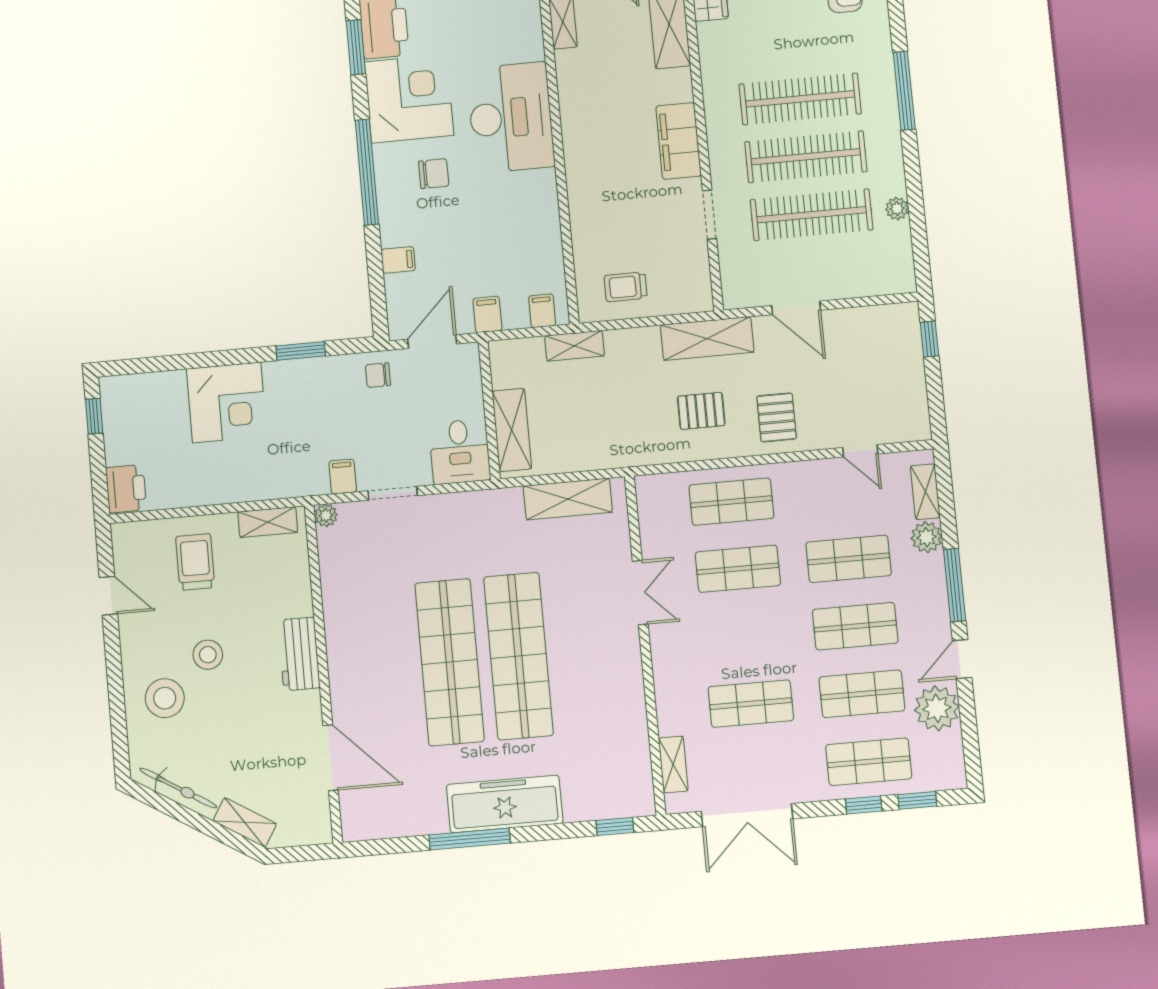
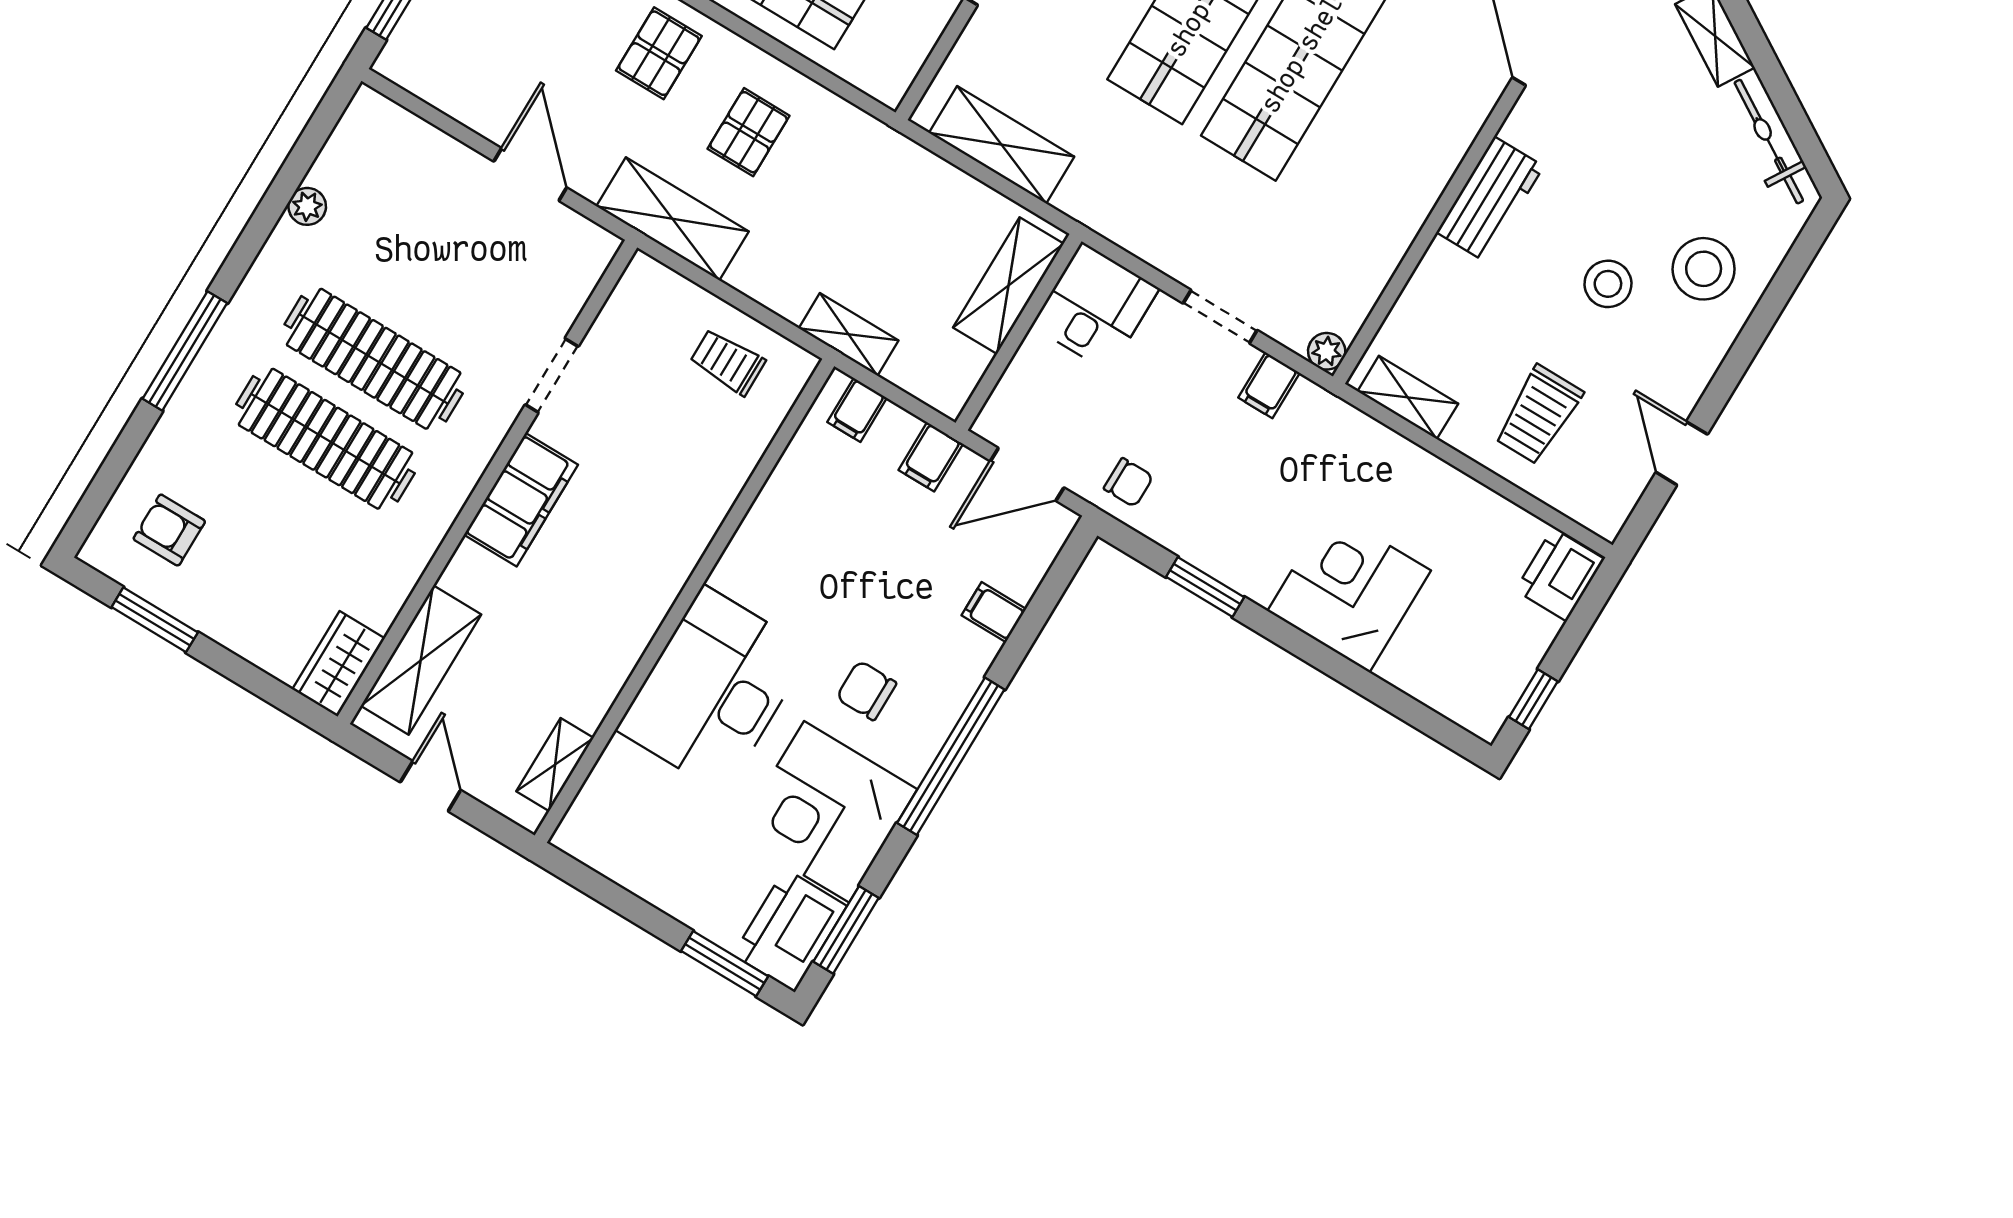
clothes rail: (812, 215) -> (422, 279), removed
trolley: (626, 287) -> (728, 362), turned 180
pallet: (701, 411) -> (749, 132), turned 90

